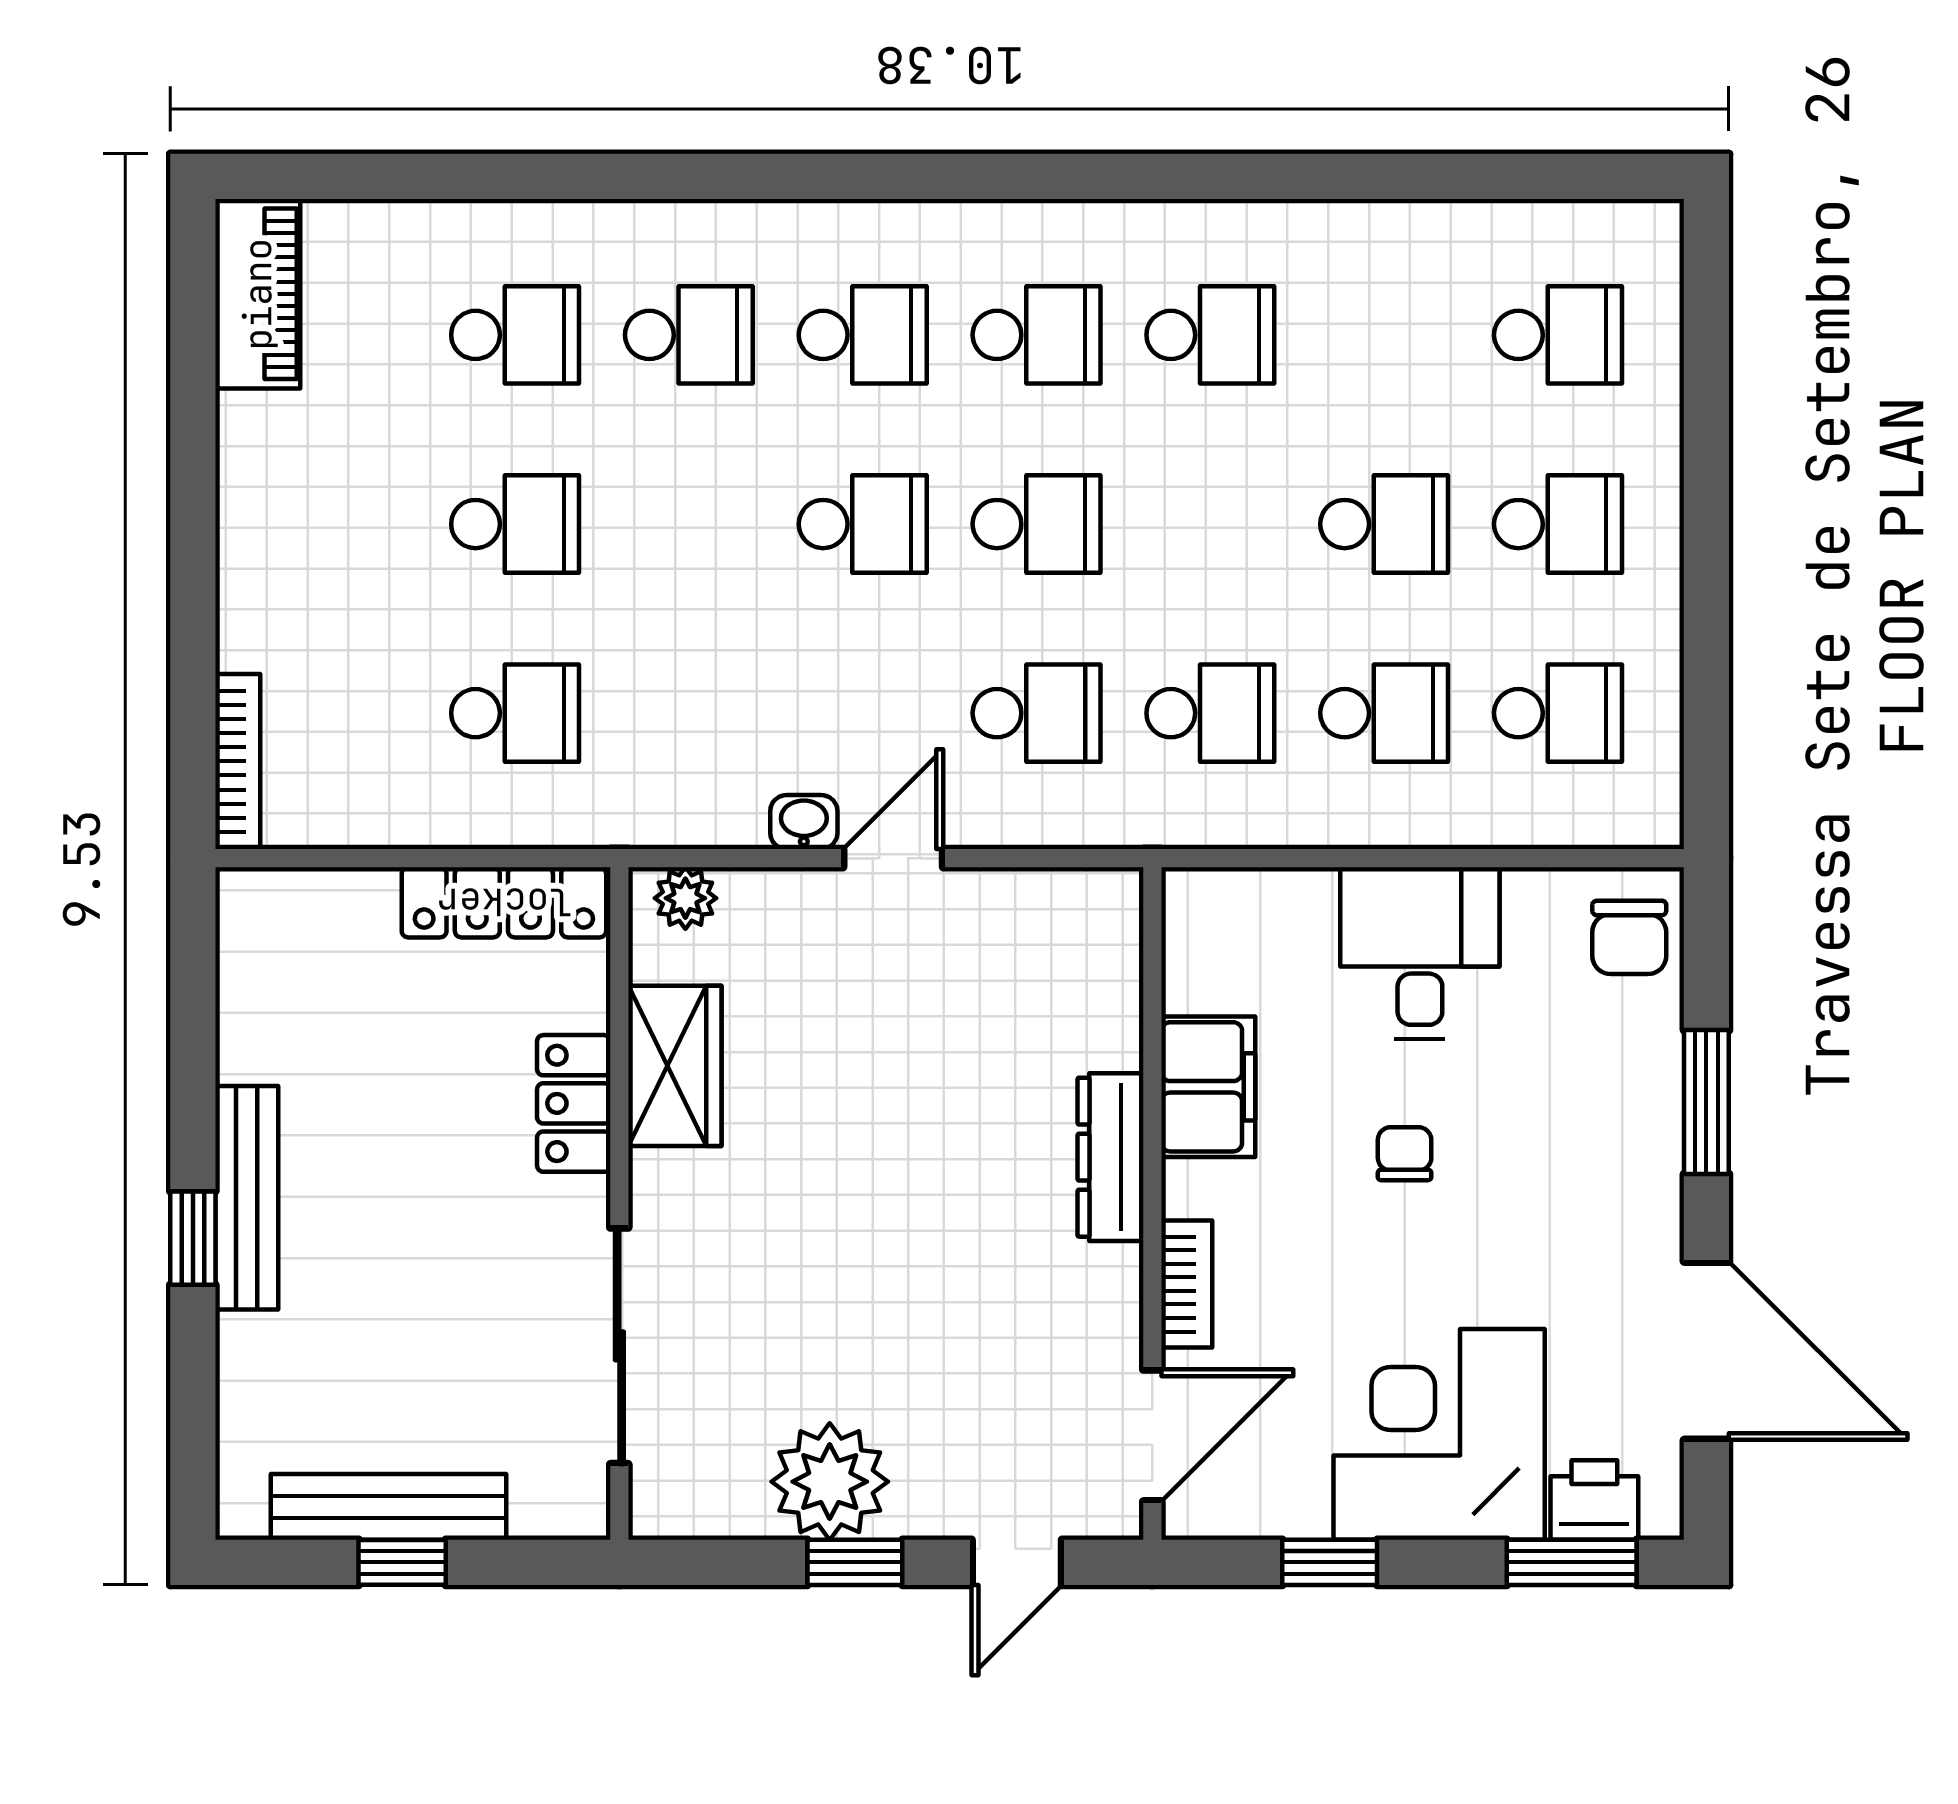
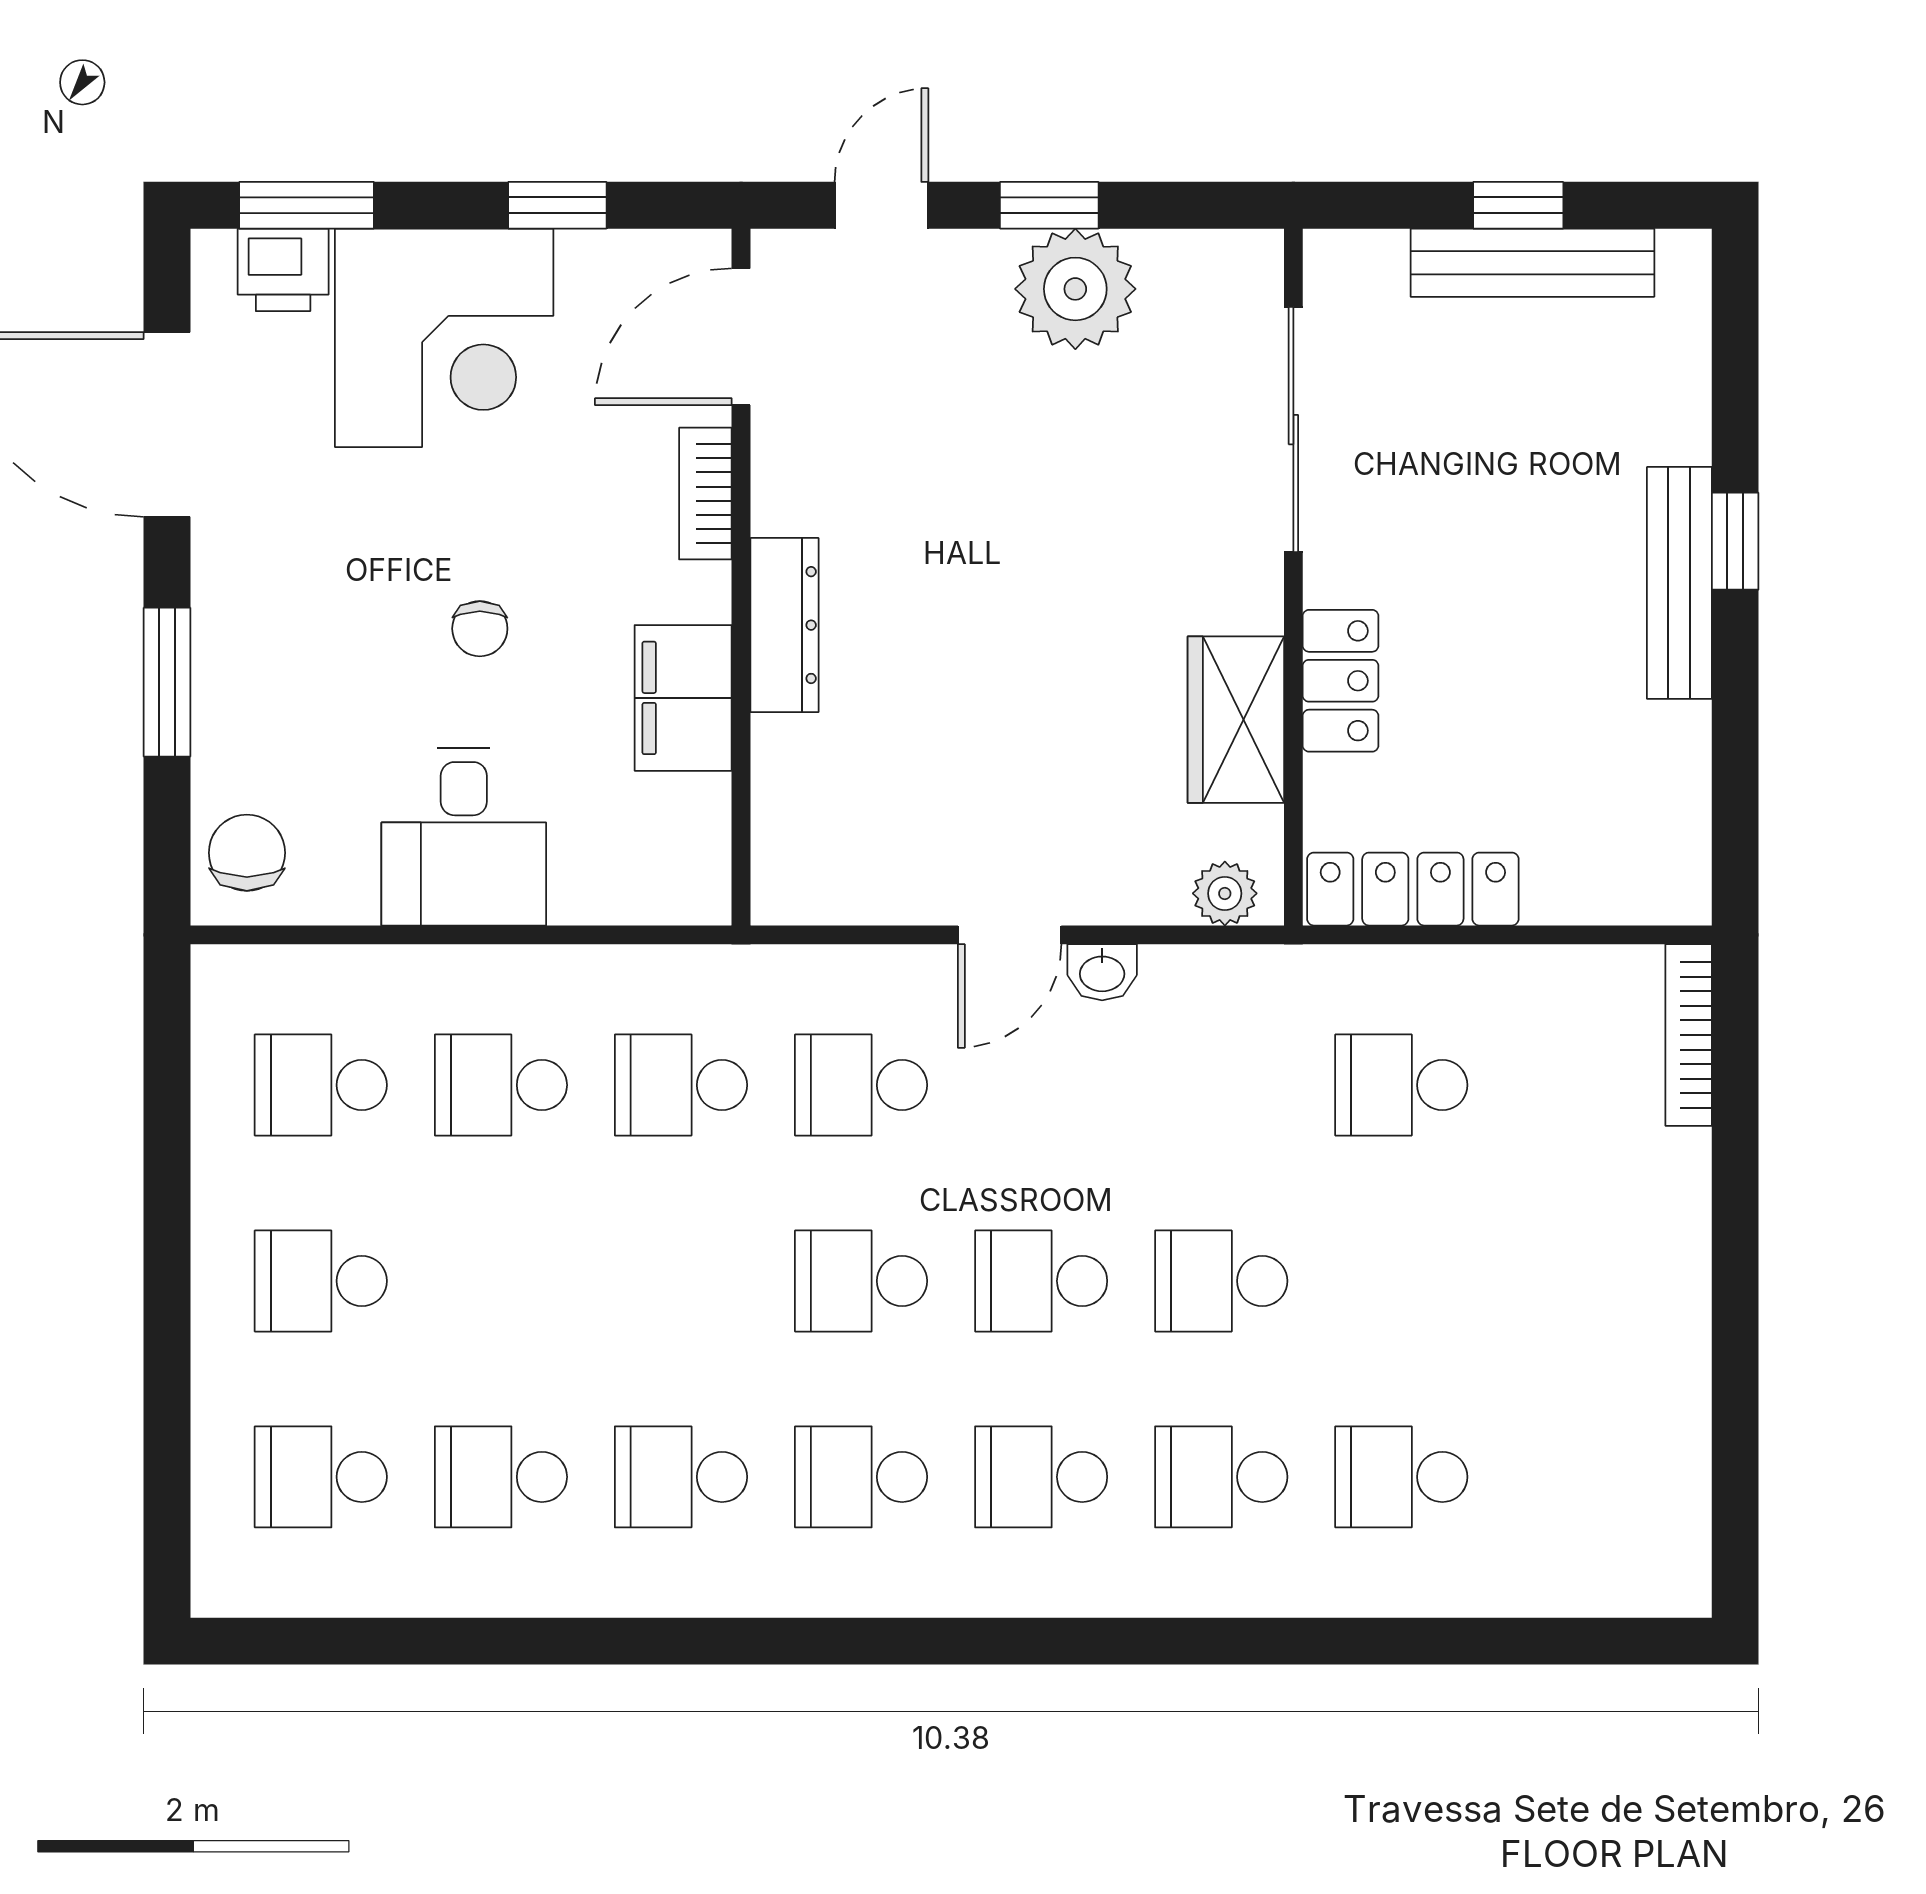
piano: (258, 294) -> (1668, 1520), removed
school desk: (515, 524) -> (1221, 1281), moved
school desk: (1384, 524) -> (501, 1477), moved

